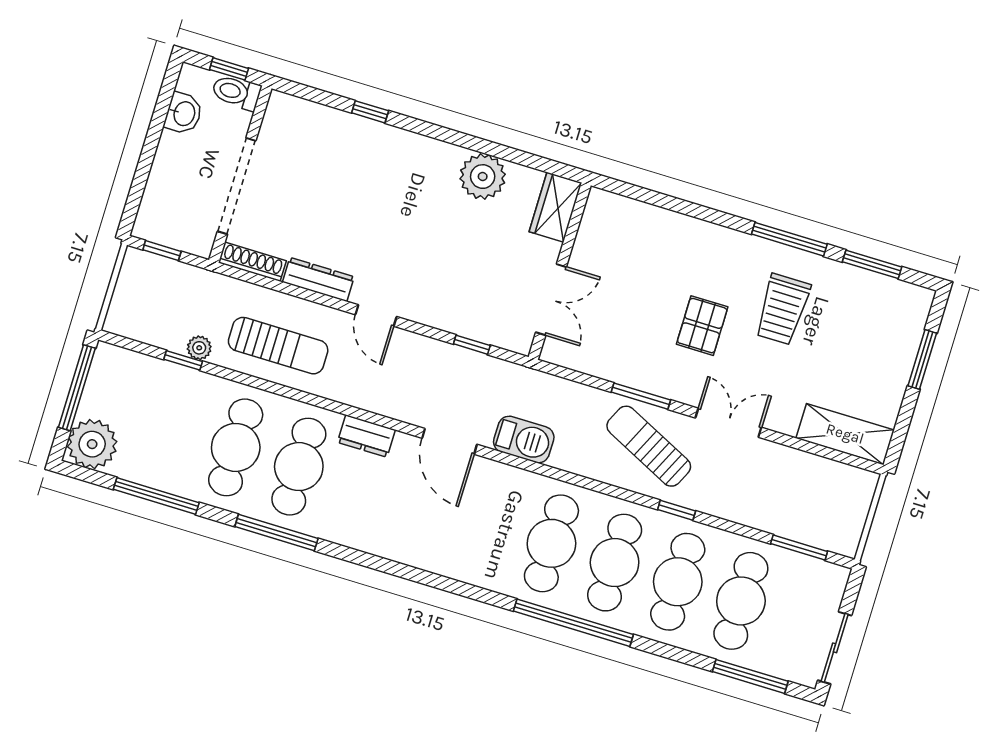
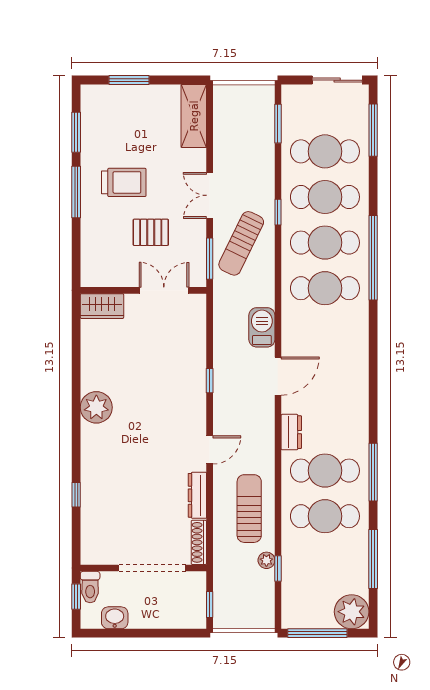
wardrobe: (555, 207) -> (102, 306), moved
wall: (560, 271) -> (143, 290), moved
double door: (551, 300) -> (164, 290), moved

